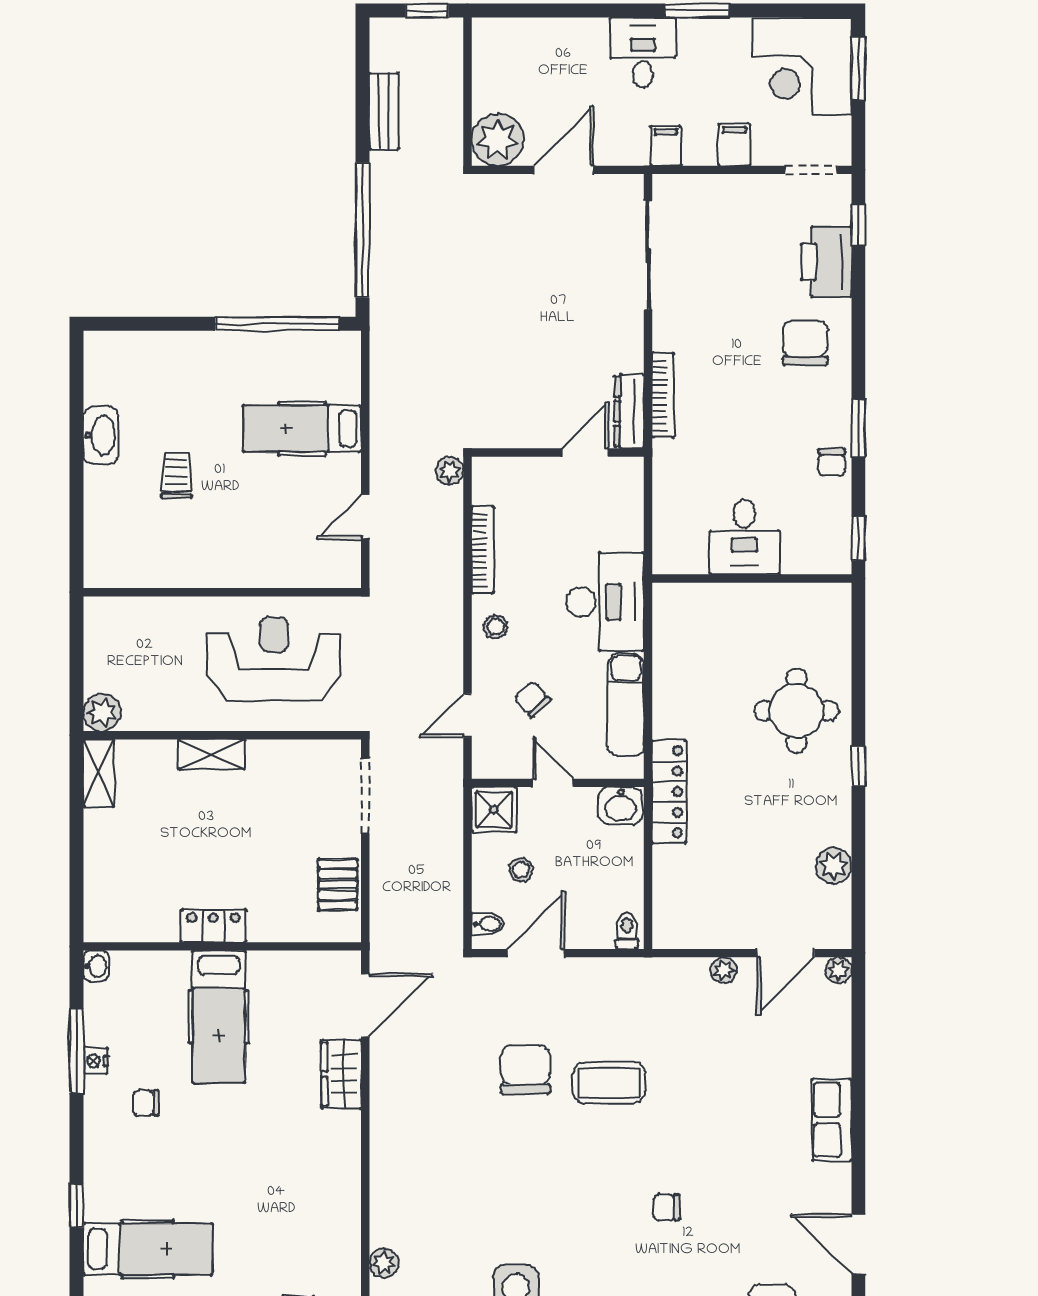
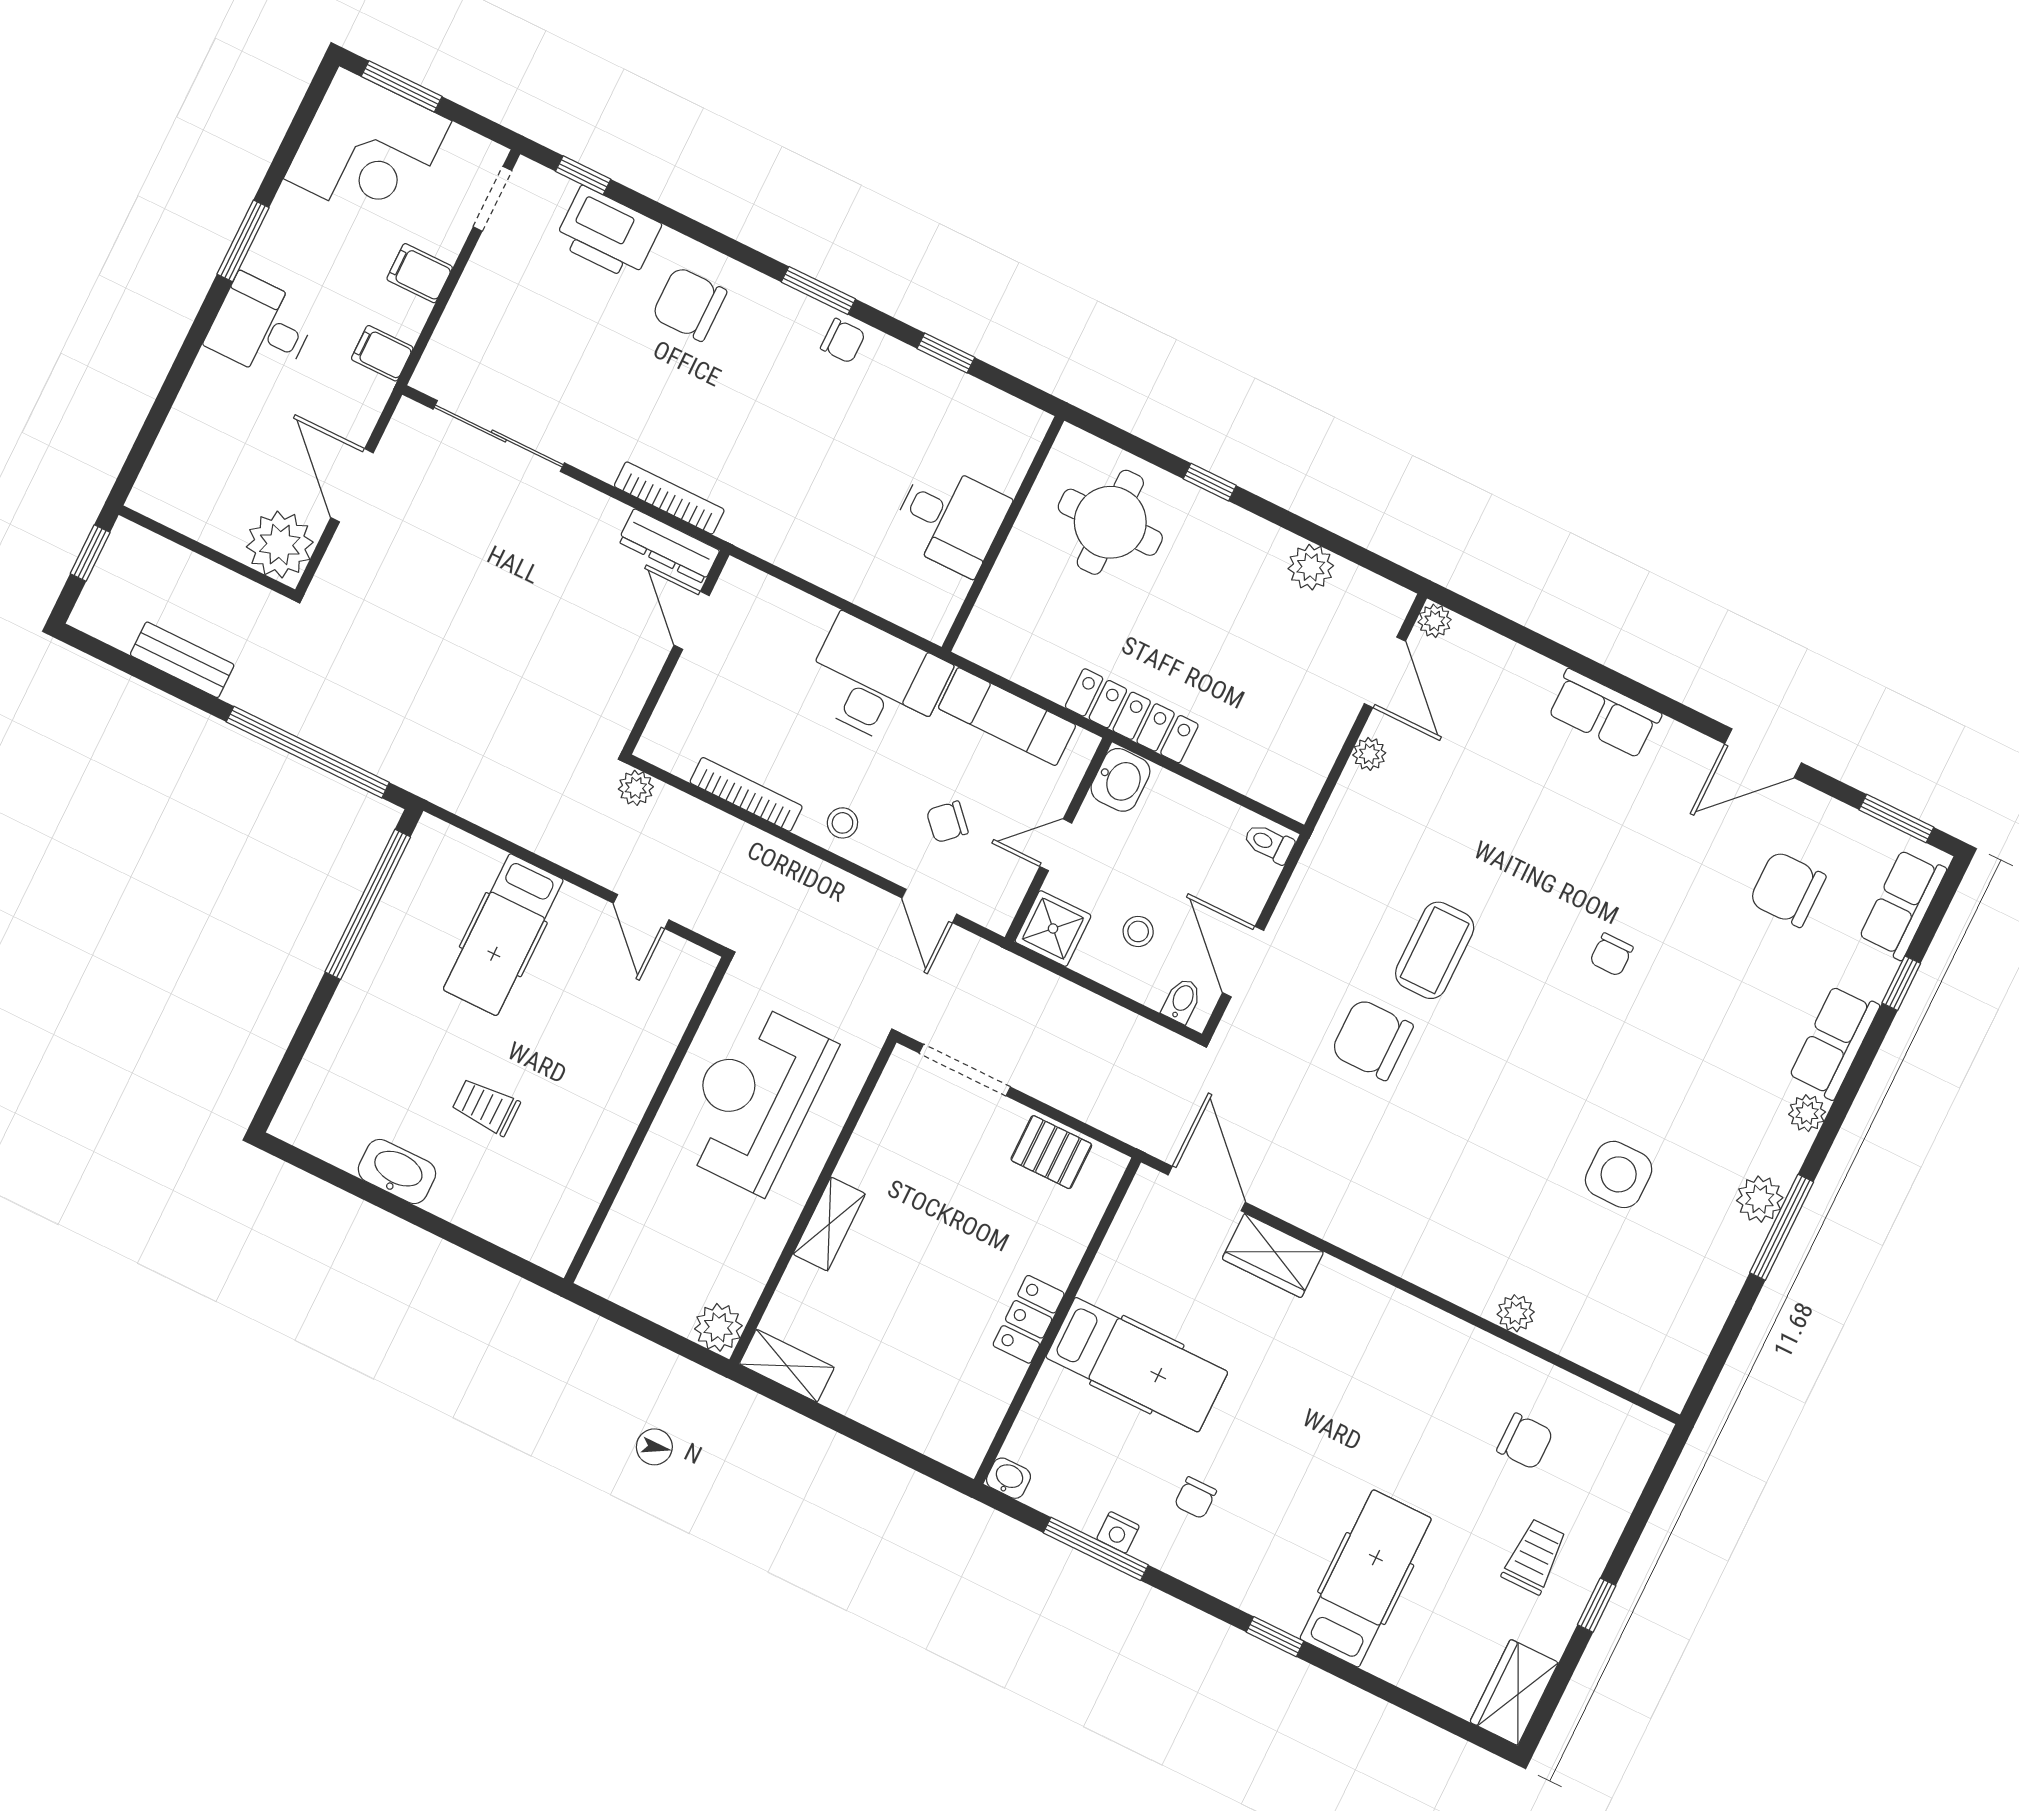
desk: (744, 537) -> (950, 519), moved
wall: (752, 579) -> (1003, 534), moved

